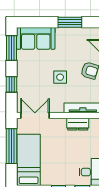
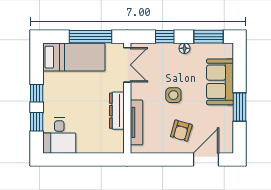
sofa: (36, 38) -> (220, 82), moved
floor lamp: (21, 68) -> (184, 48), added
dresser: (78, 124) -> (117, 111), width x1.44

